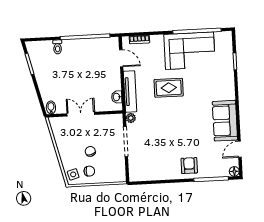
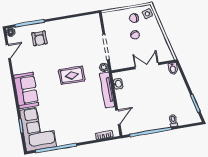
corner sofa: (190, 51) -> (38, 128), moved, turned 90
door: (121, 58) -> (118, 117), swing flipped
rug: (169, 88) -> (72, 75), moved
double door: (81, 114) -> (147, 66), swing flipped
sofa: (225, 121) -> (26, 90), moved
armchair: (189, 166) -> (39, 38), moved

